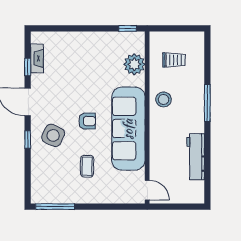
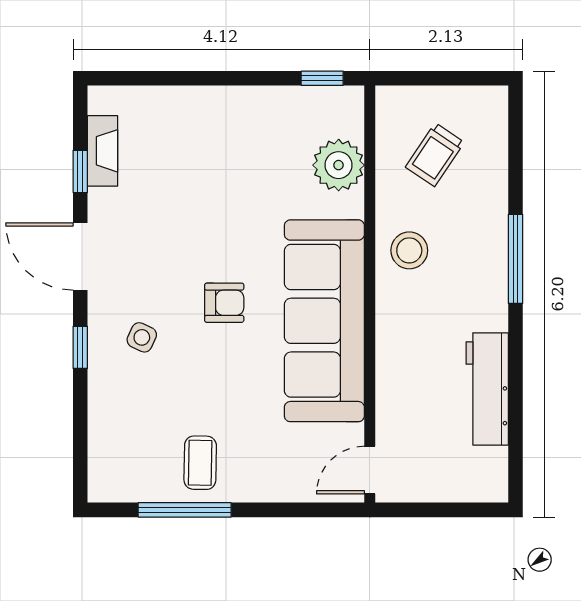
trolley: (174, 60) -> (435, 155), turned 124
side table: (53, 135) -> (142, 337), width x0.54, depth x0.54
coffee table: (87, 166) -> (200, 463), moved
door: (147, 190) -> (370, 470), swing flipped
window: (55, 207) -> (185, 510), moved

